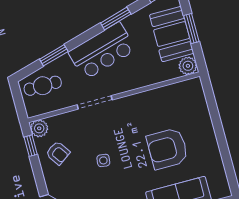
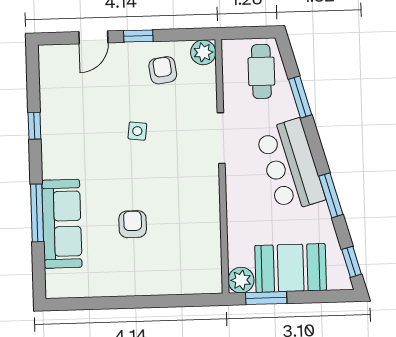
window: (191, 29) -> (266, 298), moved
window: (31, 146) -> (138, 36), moved
armchair: (167, 149) -> (133, 224), width x0.53, depth x0.53
armchair: (58, 153) -> (163, 70), turned 117

